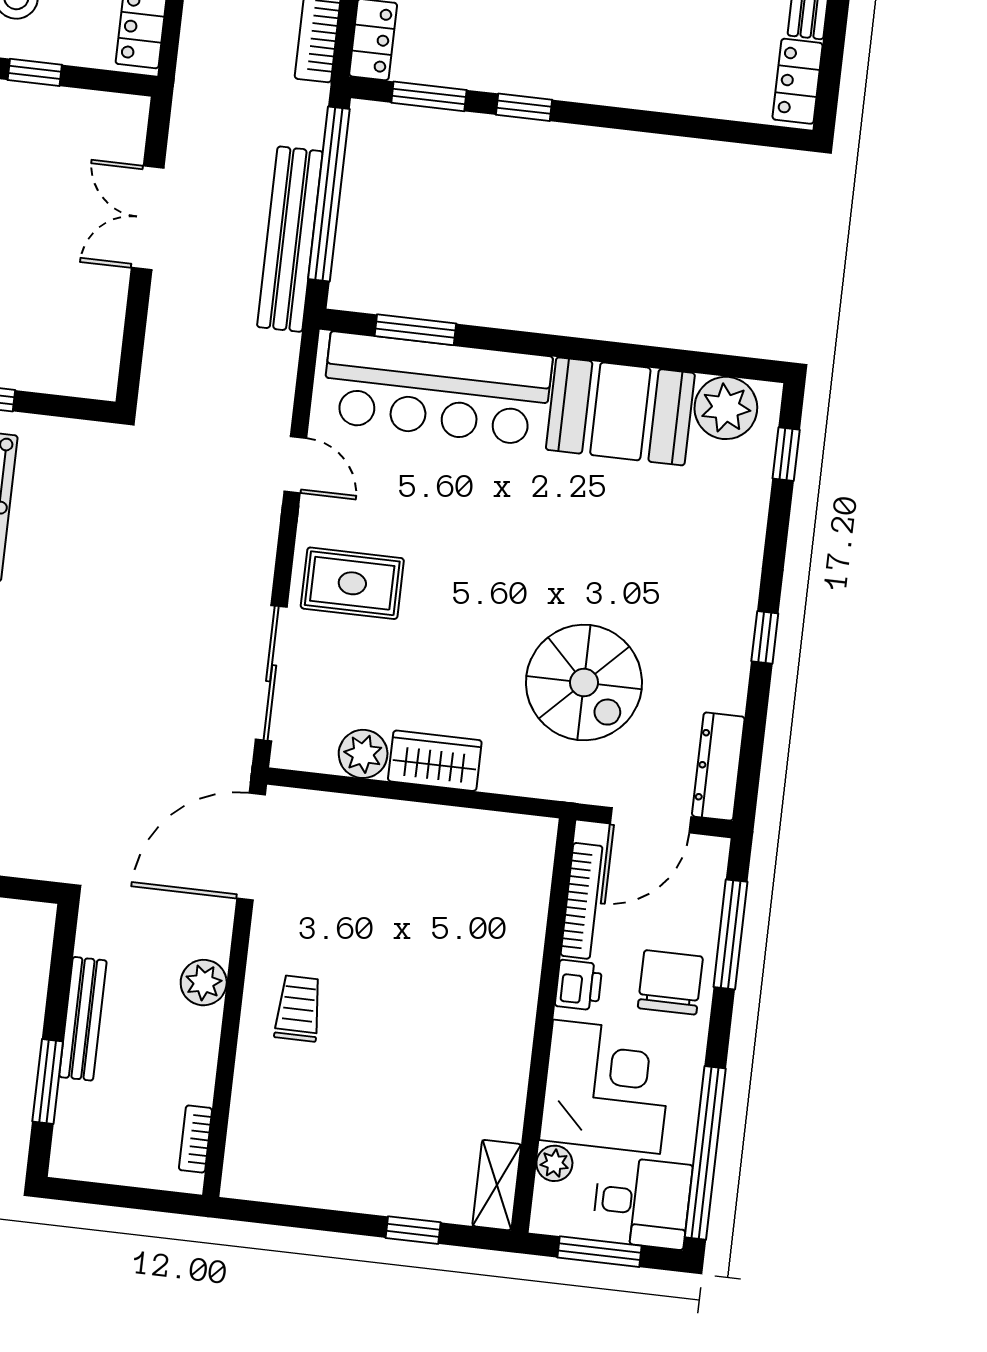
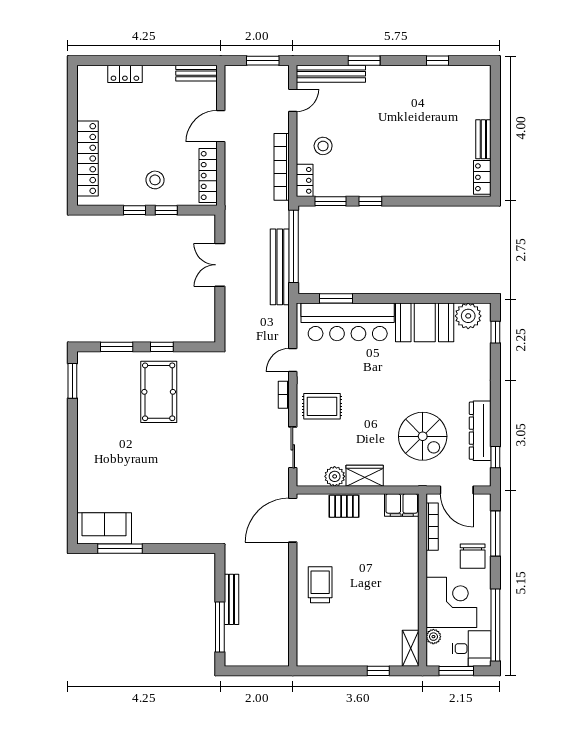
door: (295, 465) -> (293, 360), swing flipped
window: (765, 637) -> (495, 457), moved
sliding door: (271, 673) -> (293, 447), width x0.73
dresser: (718, 767) -> (480, 431), moved, width x1.37, depth x1.24
door: (651, 820) -> (457, 490), hinge flipped
pallet: (377, 828) -> (344, 506), added
filing cabinet: (515, 841) -> (402, 505), added
chair: (670, 982) -> (473, 556), turned 180
plant: (204, 983) -> (280, 579), removed
printer: (579, 985) -> (435, 562), removed
trolley: (298, 1008) -> (320, 585), width x1.36, depth x1.39
window: (48, 1081) -> (220, 627), width x1.44
bookcase: (195, 1139) -> (284, 395), moved

